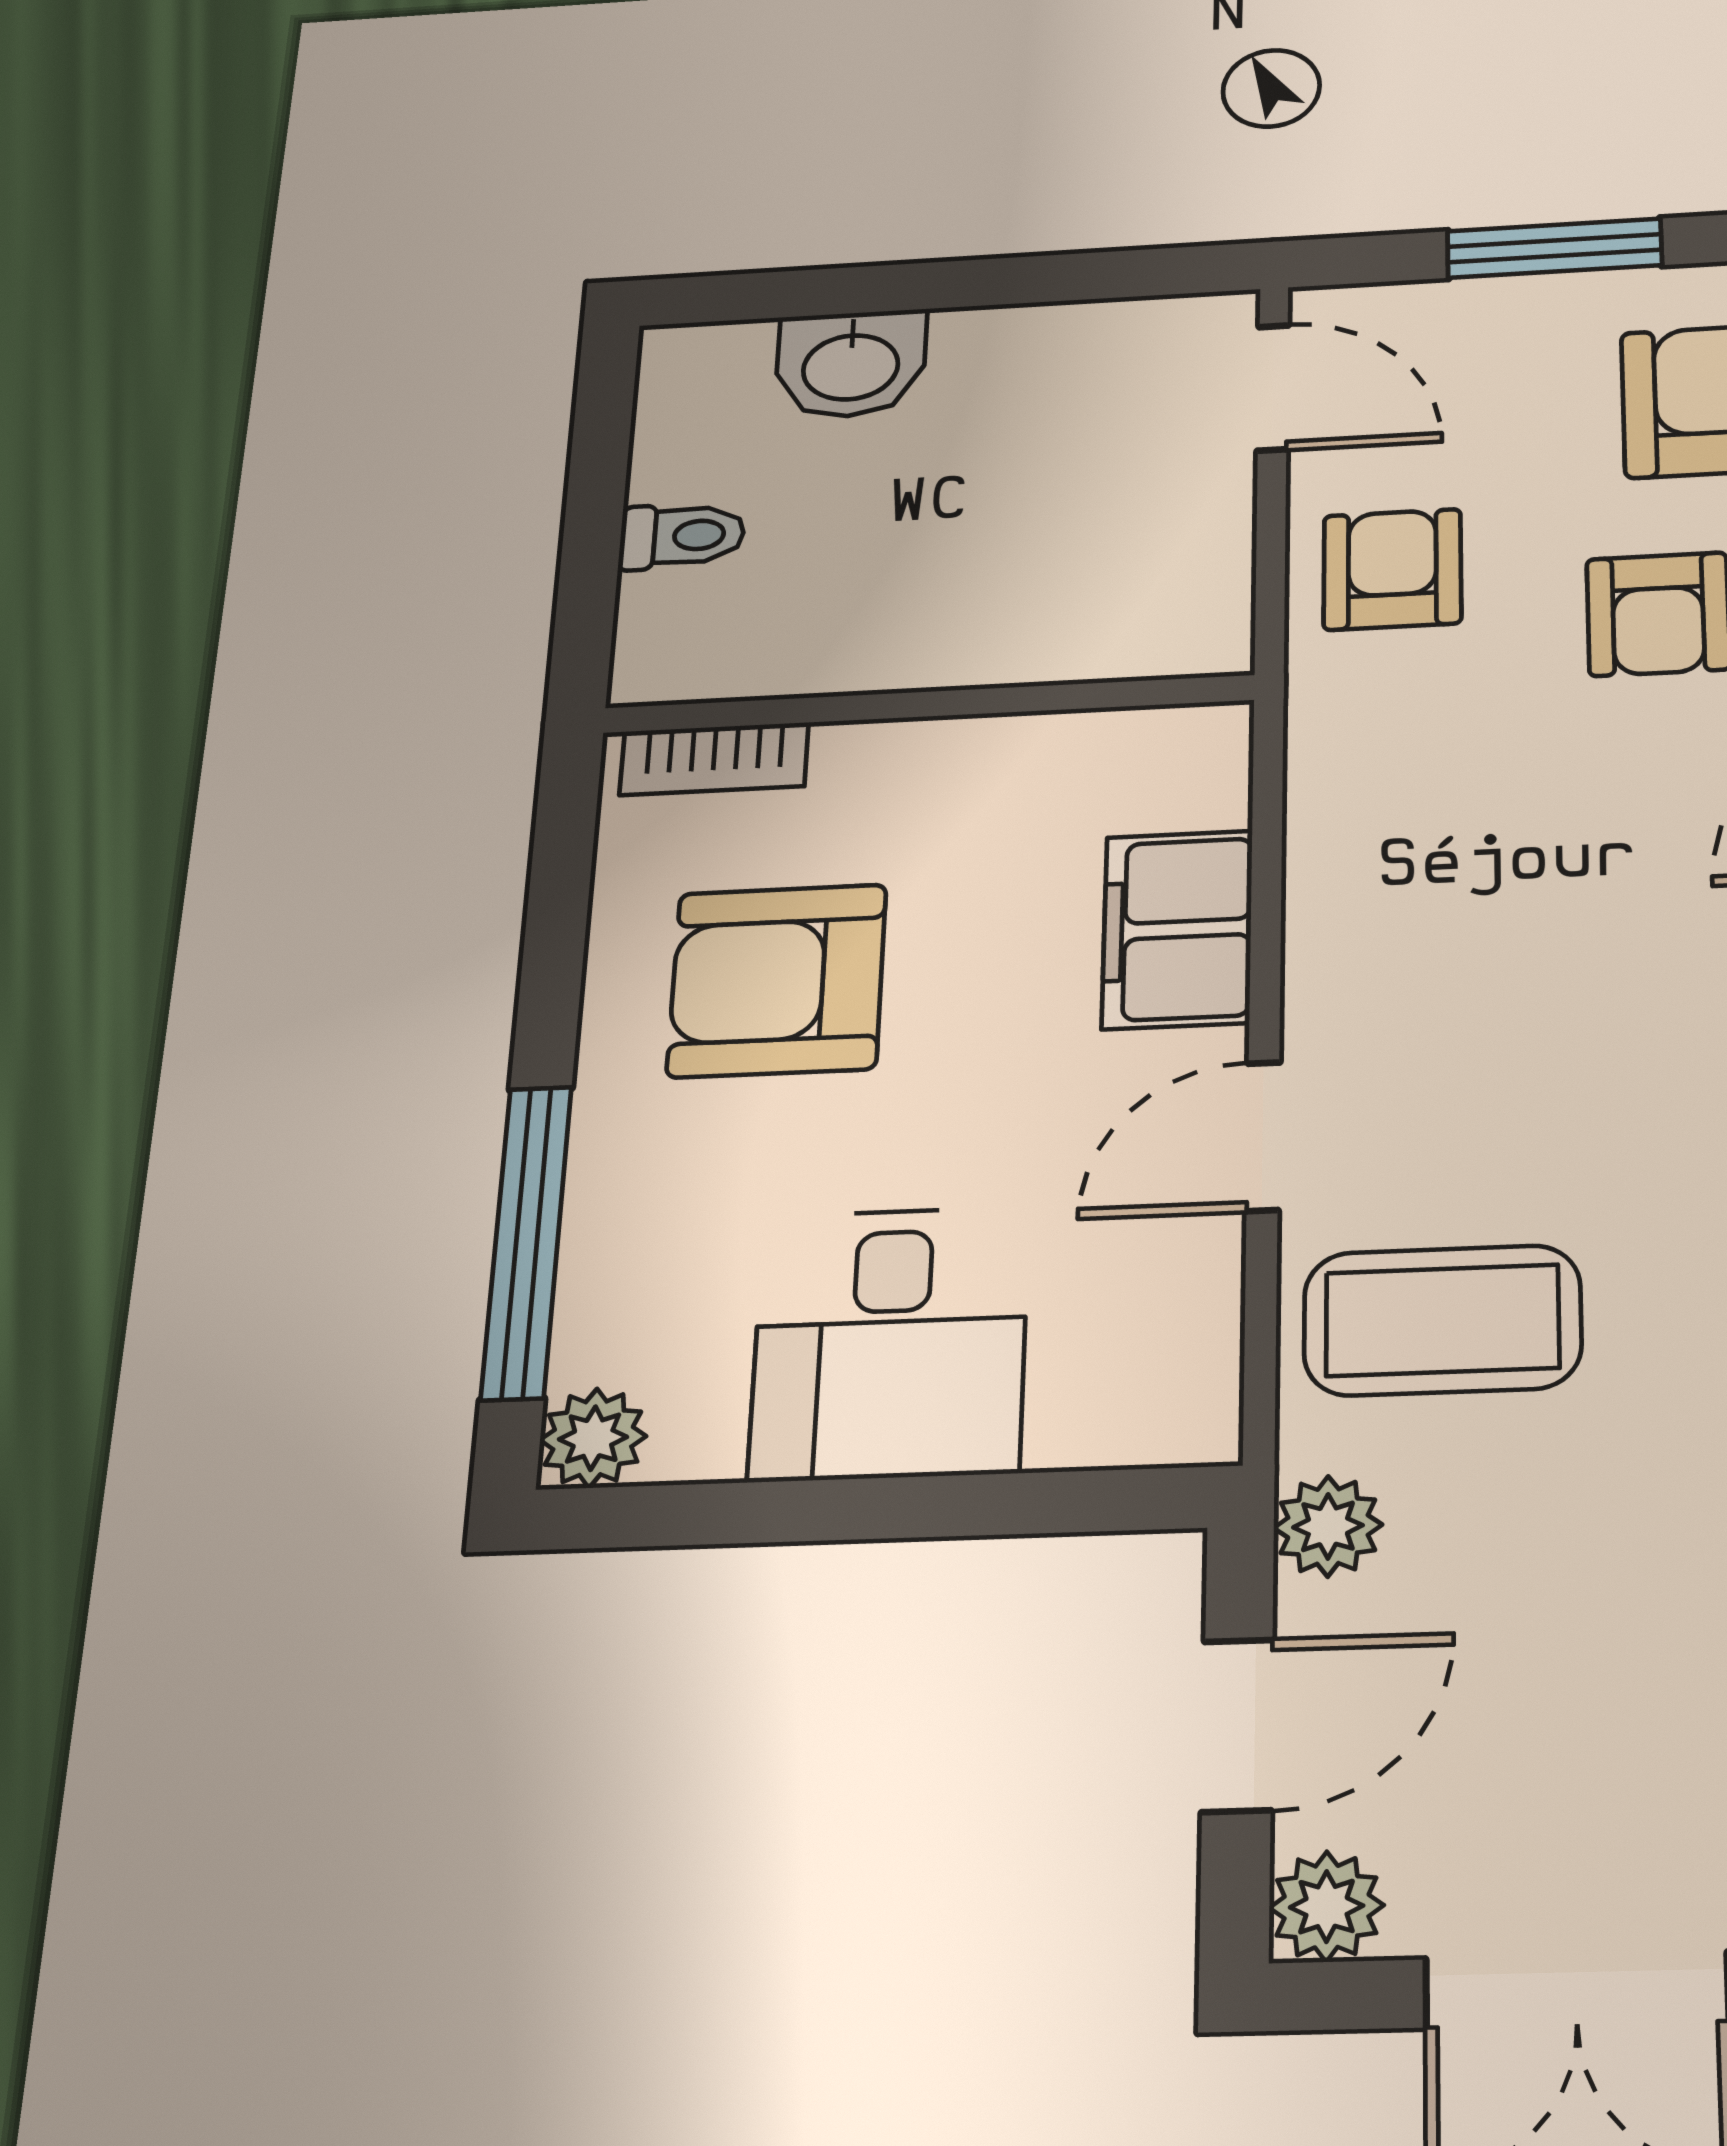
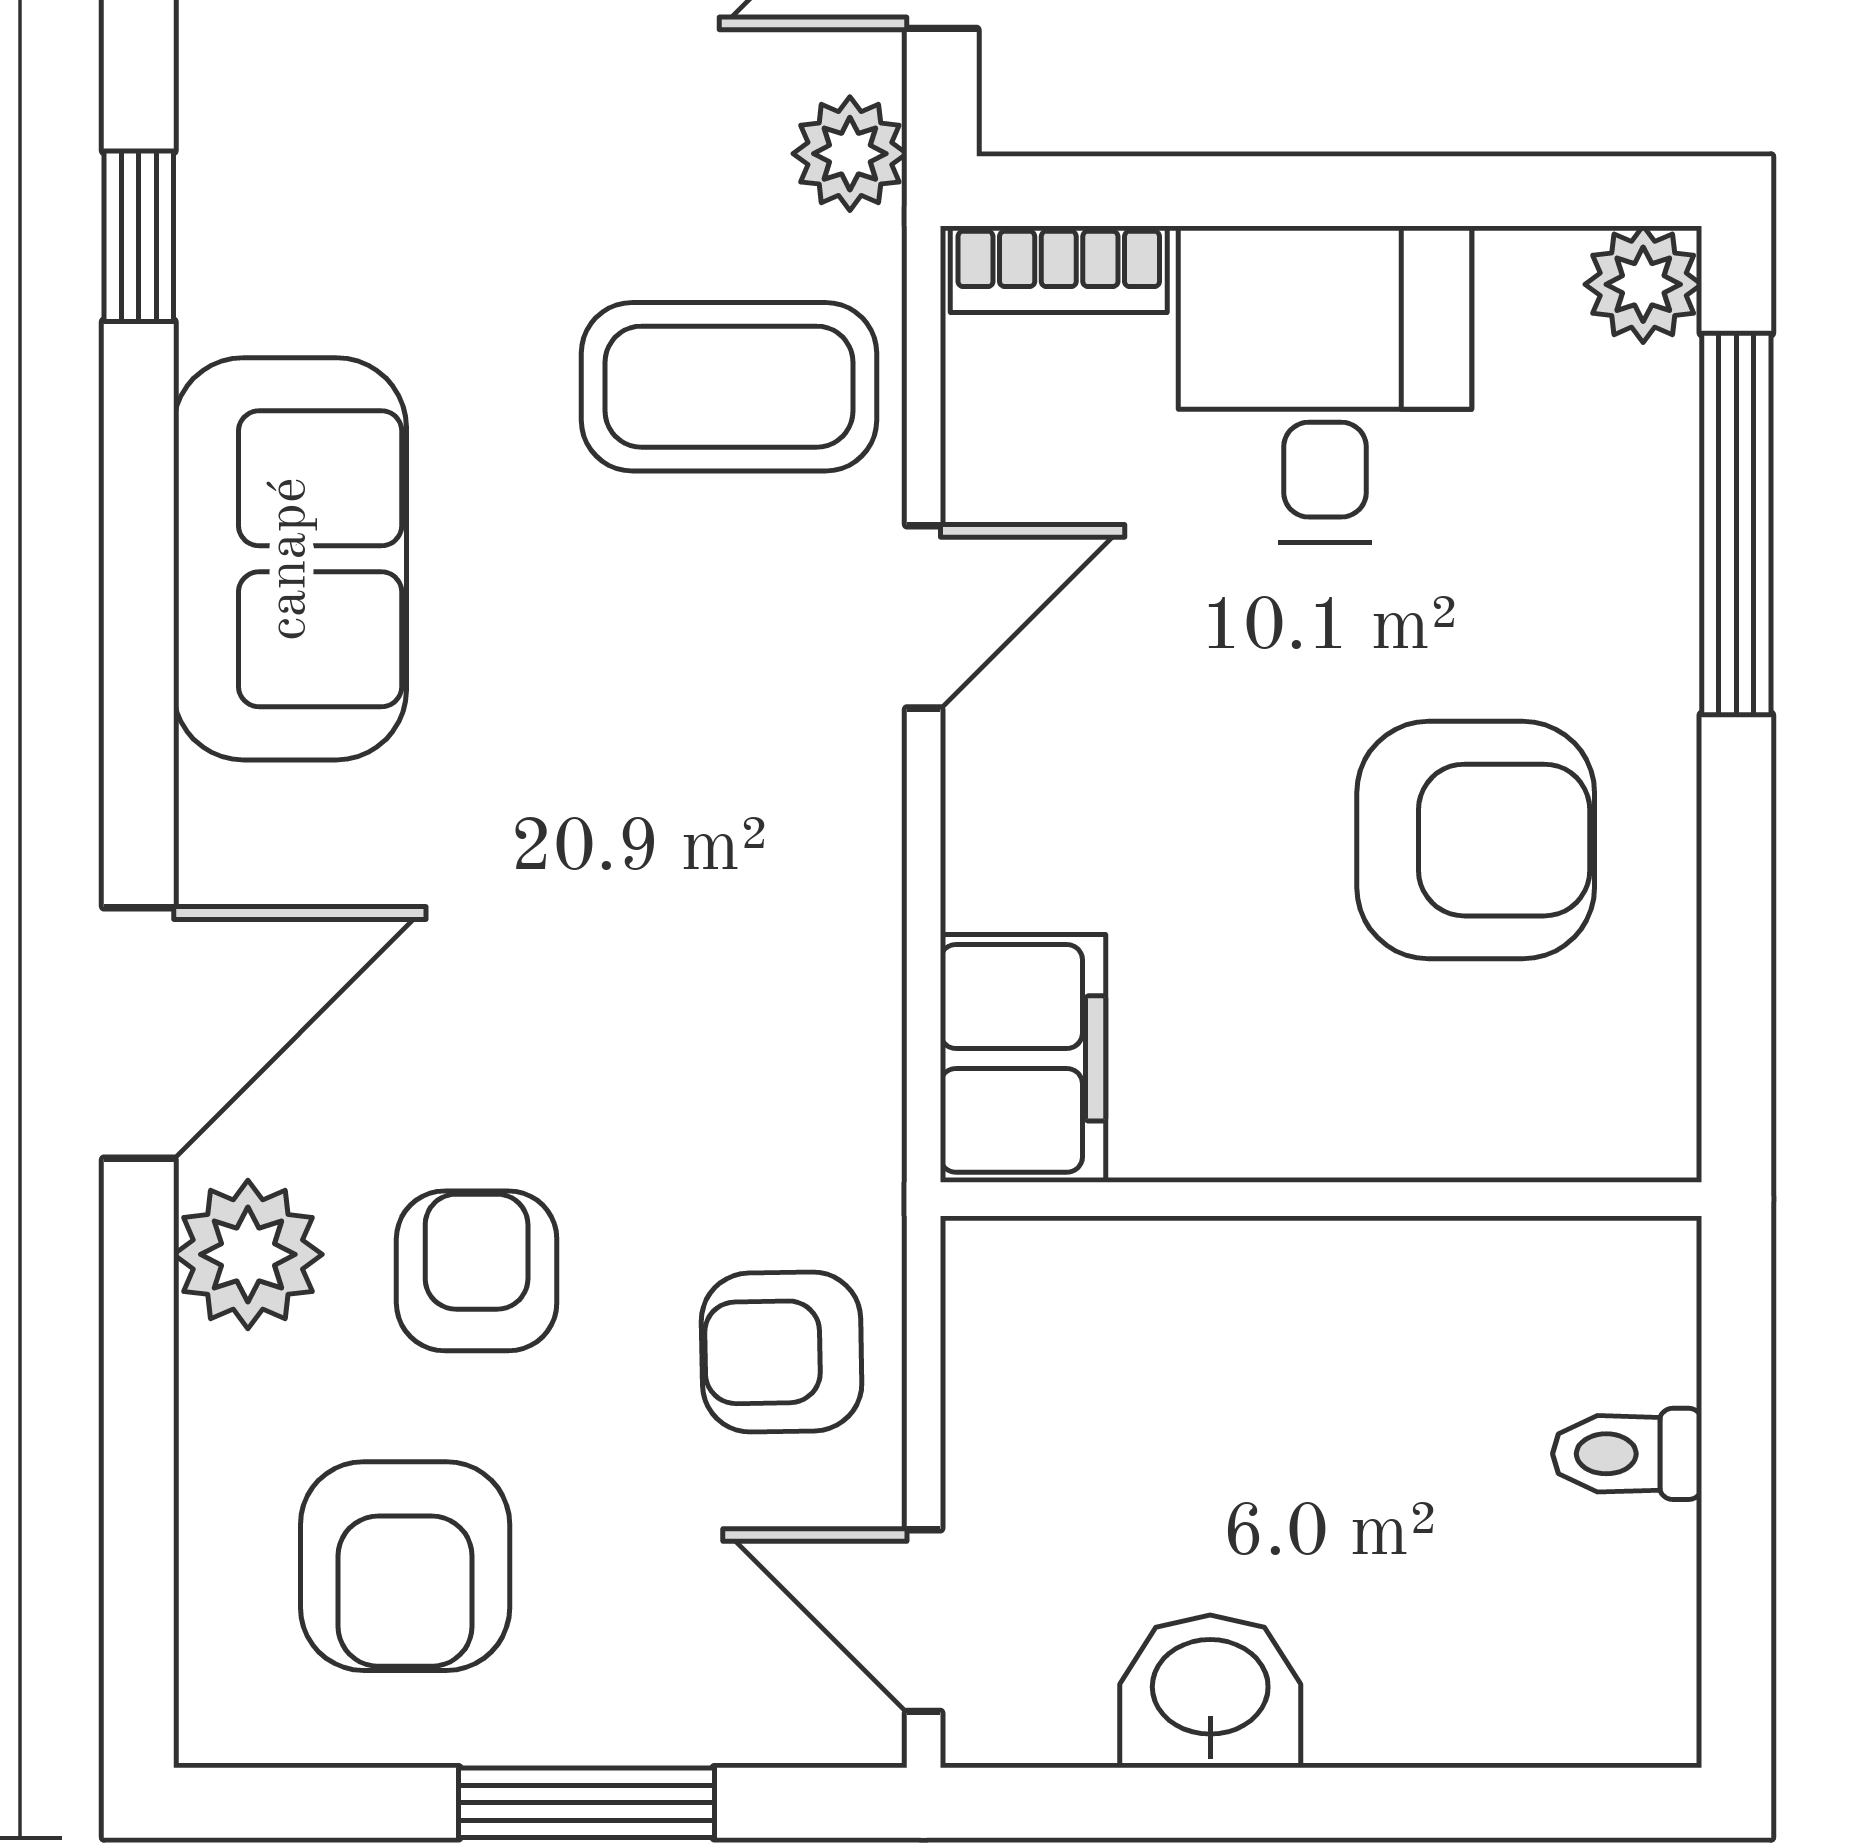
washbasin: (851, 364) -> (1210, 1691), moved
armchair: (1392, 569) -> (782, 1352), turned 89
bookcase: (714, 759) -> (1059, 269), moved, turned 180
filing cabinet: (1177, 929) -> (1023, 1058), moved

